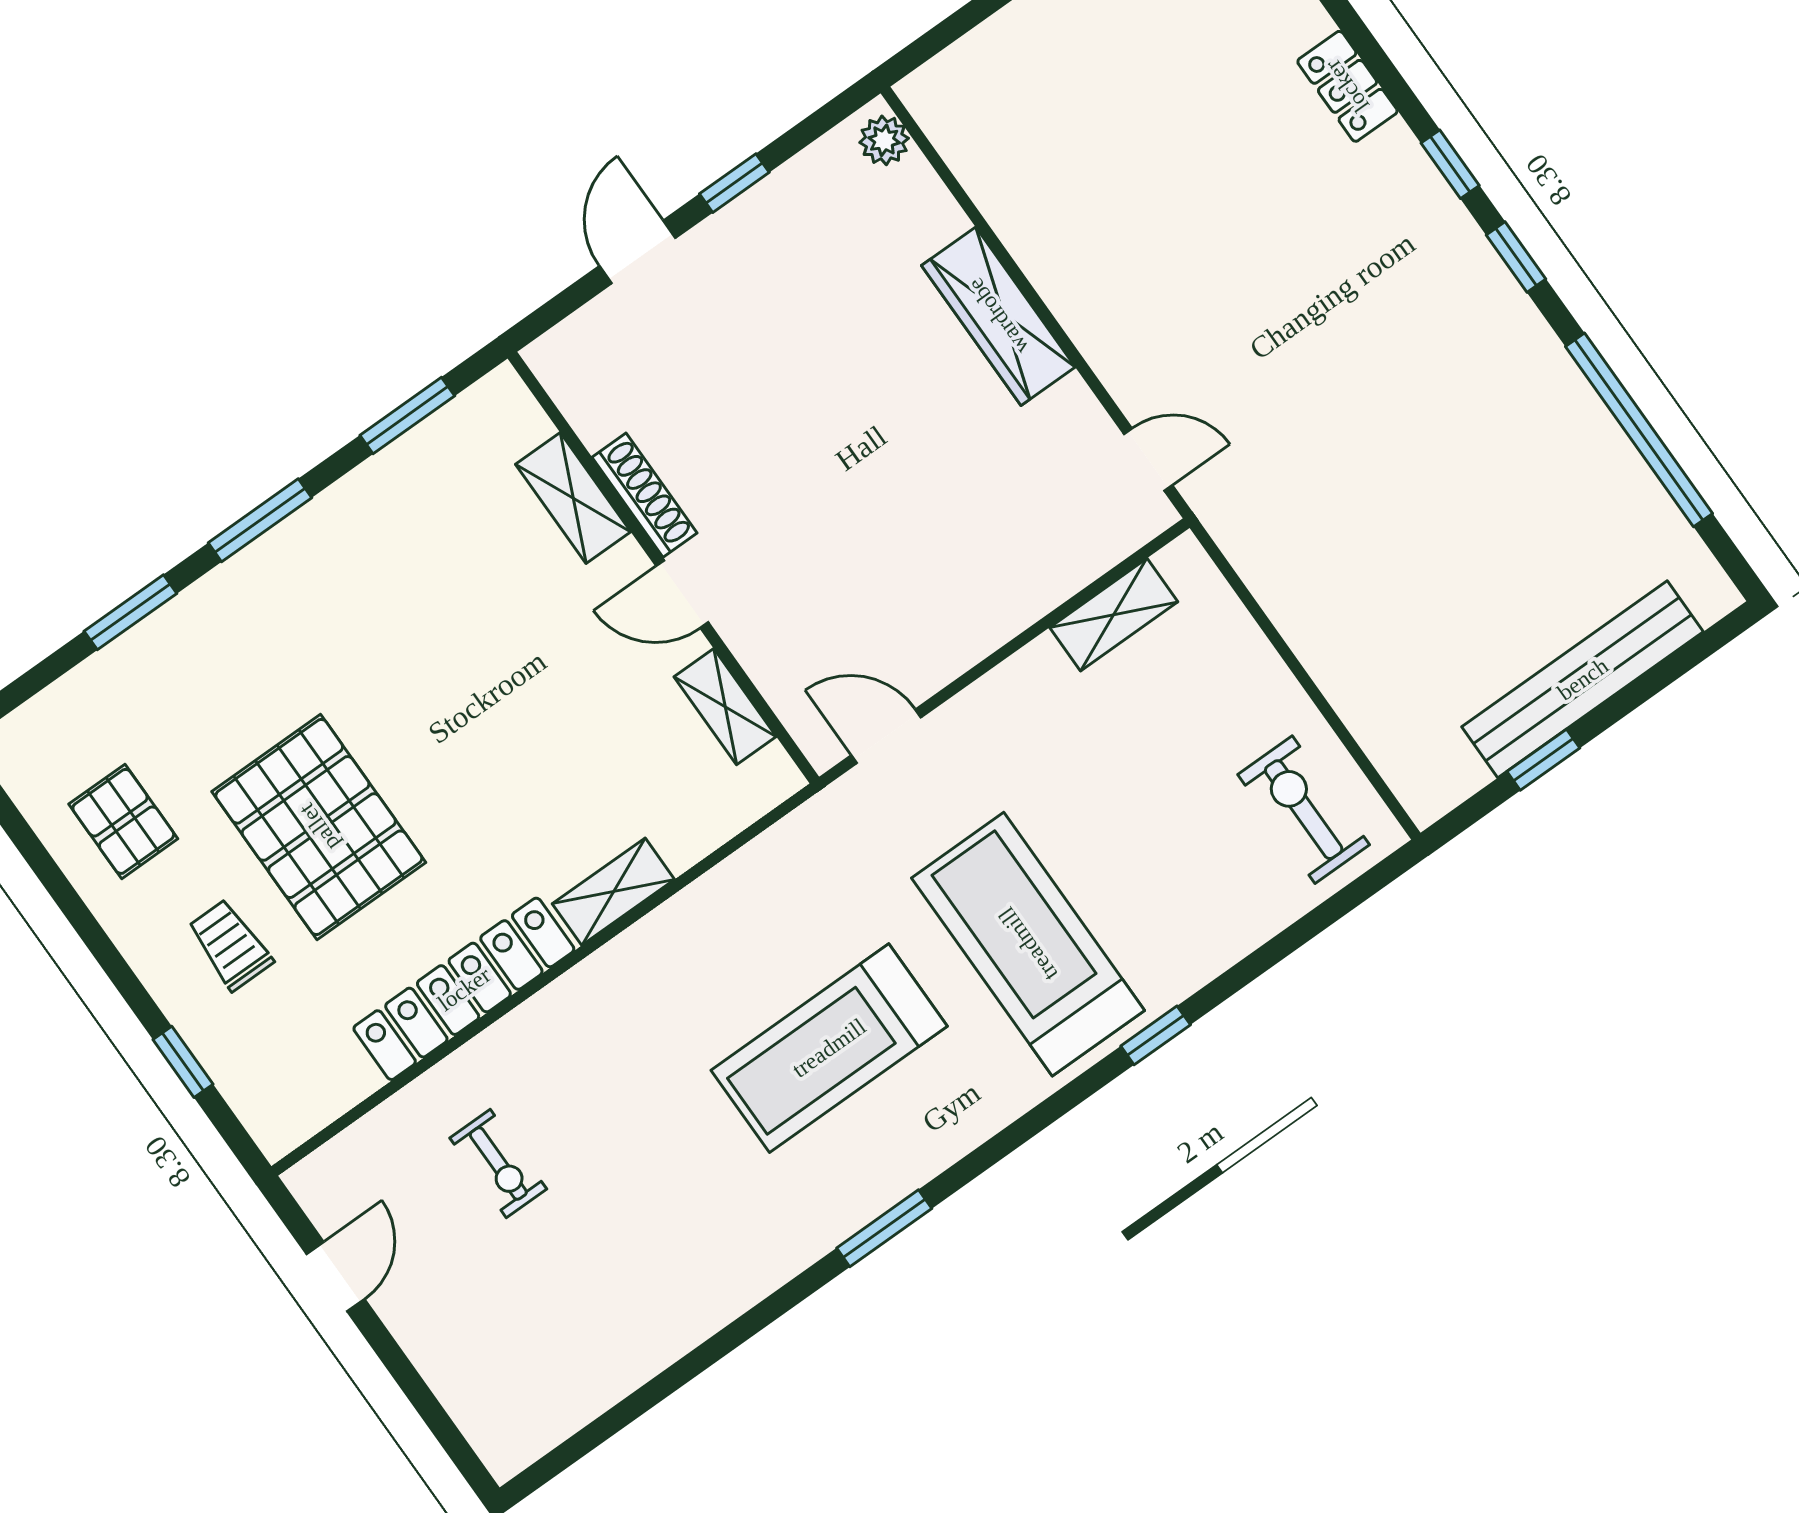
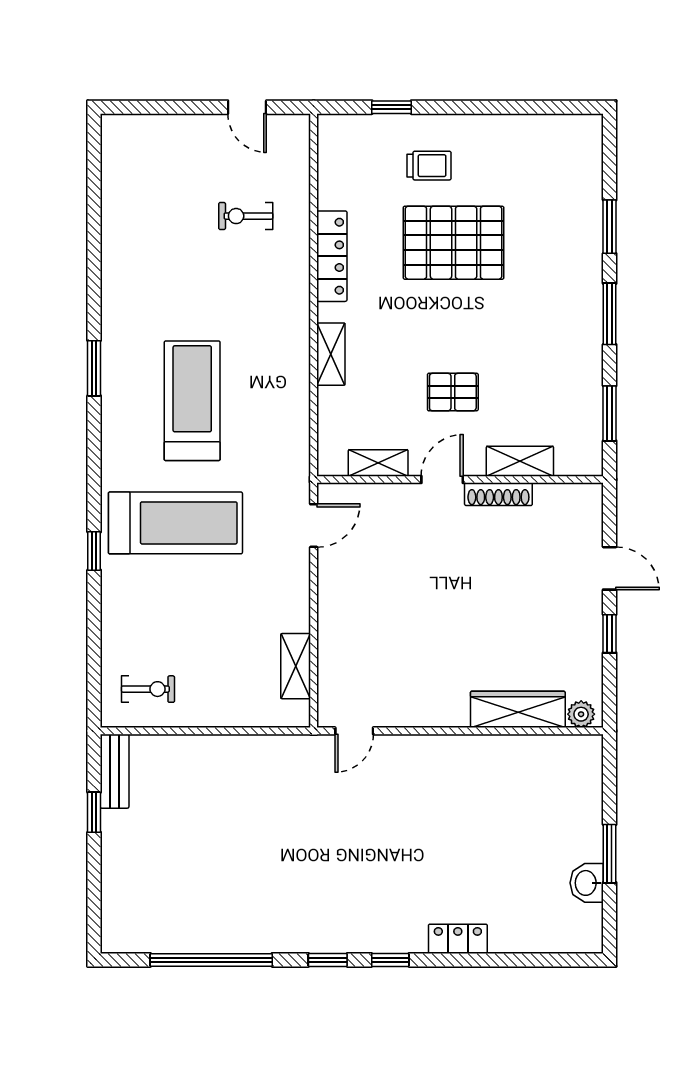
wardrobe: (998, 316) -> (518, 709), moved
bench: (1583, 679) -> (115, 771), moved, width x0.54, depth x0.82
exercise bike: (1304, 810) -> (148, 689), width x0.73, depth x0.72
pallet: (123, 821) -> (453, 392), moved
locker: (464, 989) -> (332, 256), width x0.71, depth x0.83

